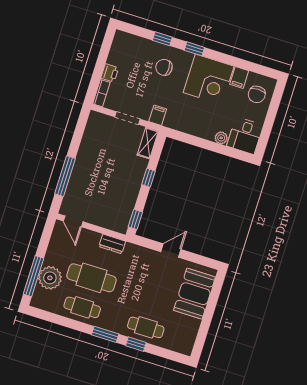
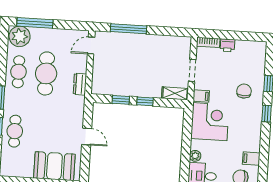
corner desk: (209, 79) -> (210, 122), moved, turned 180
window: (135, 219) -> (121, 100), moved
plant: (50, 278) -> (20, 36), moved

